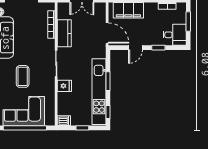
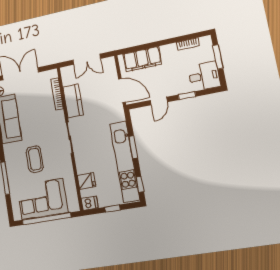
fridge: (64, 86) -> (87, 181), moved

